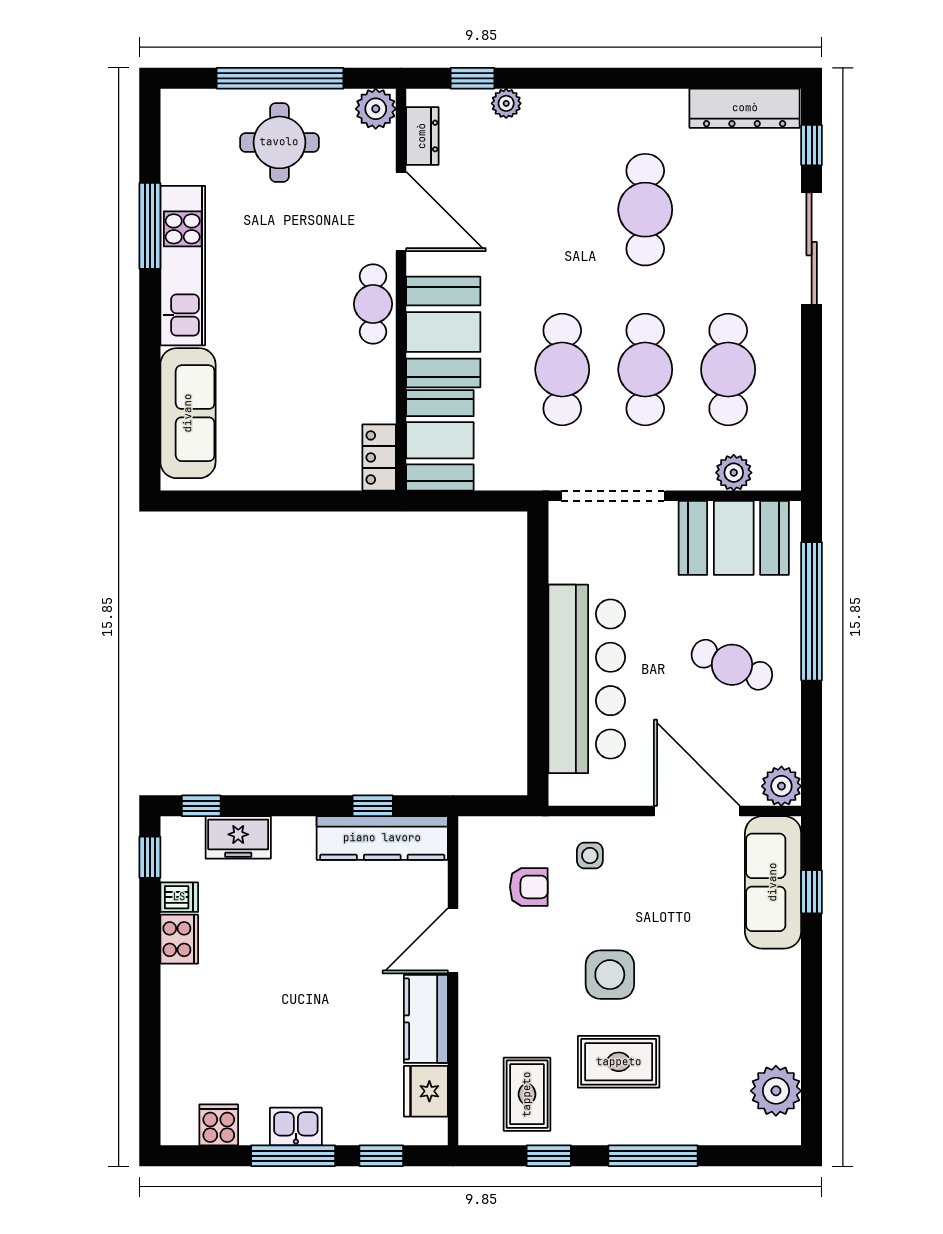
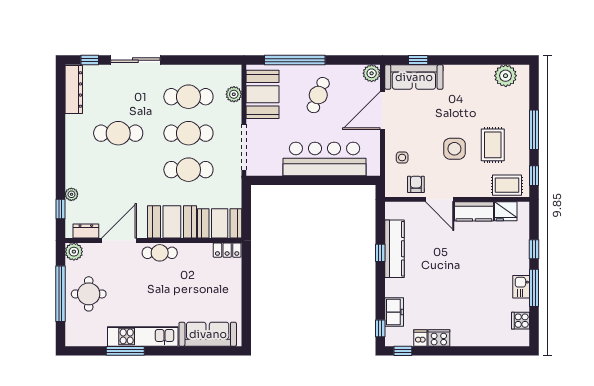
door: (453, 941) -> (440, 199), moved
wall: (453, 981) -> (457, 199), moved
kitchen counter: (426, 1019) -> (474, 211), moved
fridge: (426, 1091) -> (506, 211), moved

